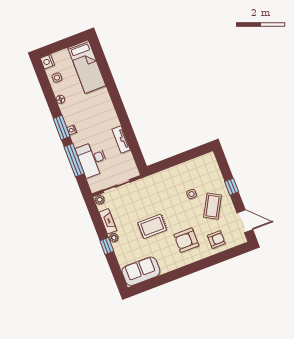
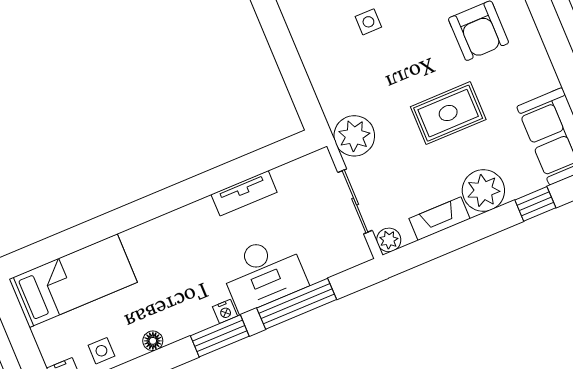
desk: (92, 159) -> (263, 273), moved
plant: (144, 187) -> (354, 136), added
rug: (152, 226) -> (448, 113), turned 90
plant: (114, 238) -> (483, 191), width x1.88, depth x1.88
window: (107, 246) -> (535, 204), moved

